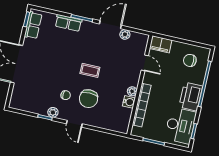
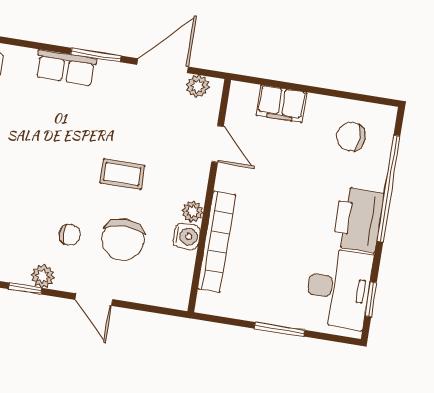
door: (145, 63) -> (217, 144), moved
wall: (140, 85) -> (209, 196), moved
plant: (132, 91) -> (192, 211), moved
water cooler: (129, 102) -> (187, 236), moved
bookcase: (142, 105) -> (217, 242), moved

